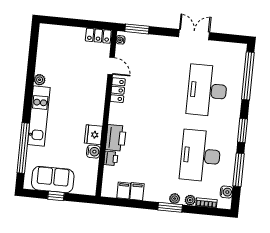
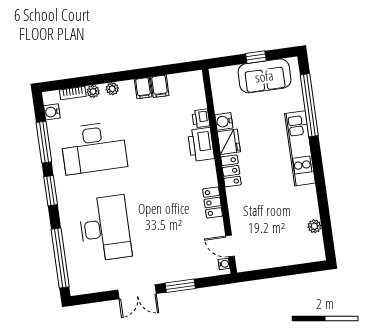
window: (137, 29) -> (180, 286), moved
locker: (98, 36) -> (231, 171), moved, turned 90
door: (111, 66) -> (230, 246), moved
plant: (40, 80) -> (314, 226), moved
desk: (201, 156) -> (94, 148), turned 90
filing cabinet: (124, 191) -> (143, 88), moved
window: (170, 207) -> (115, 77), removed

